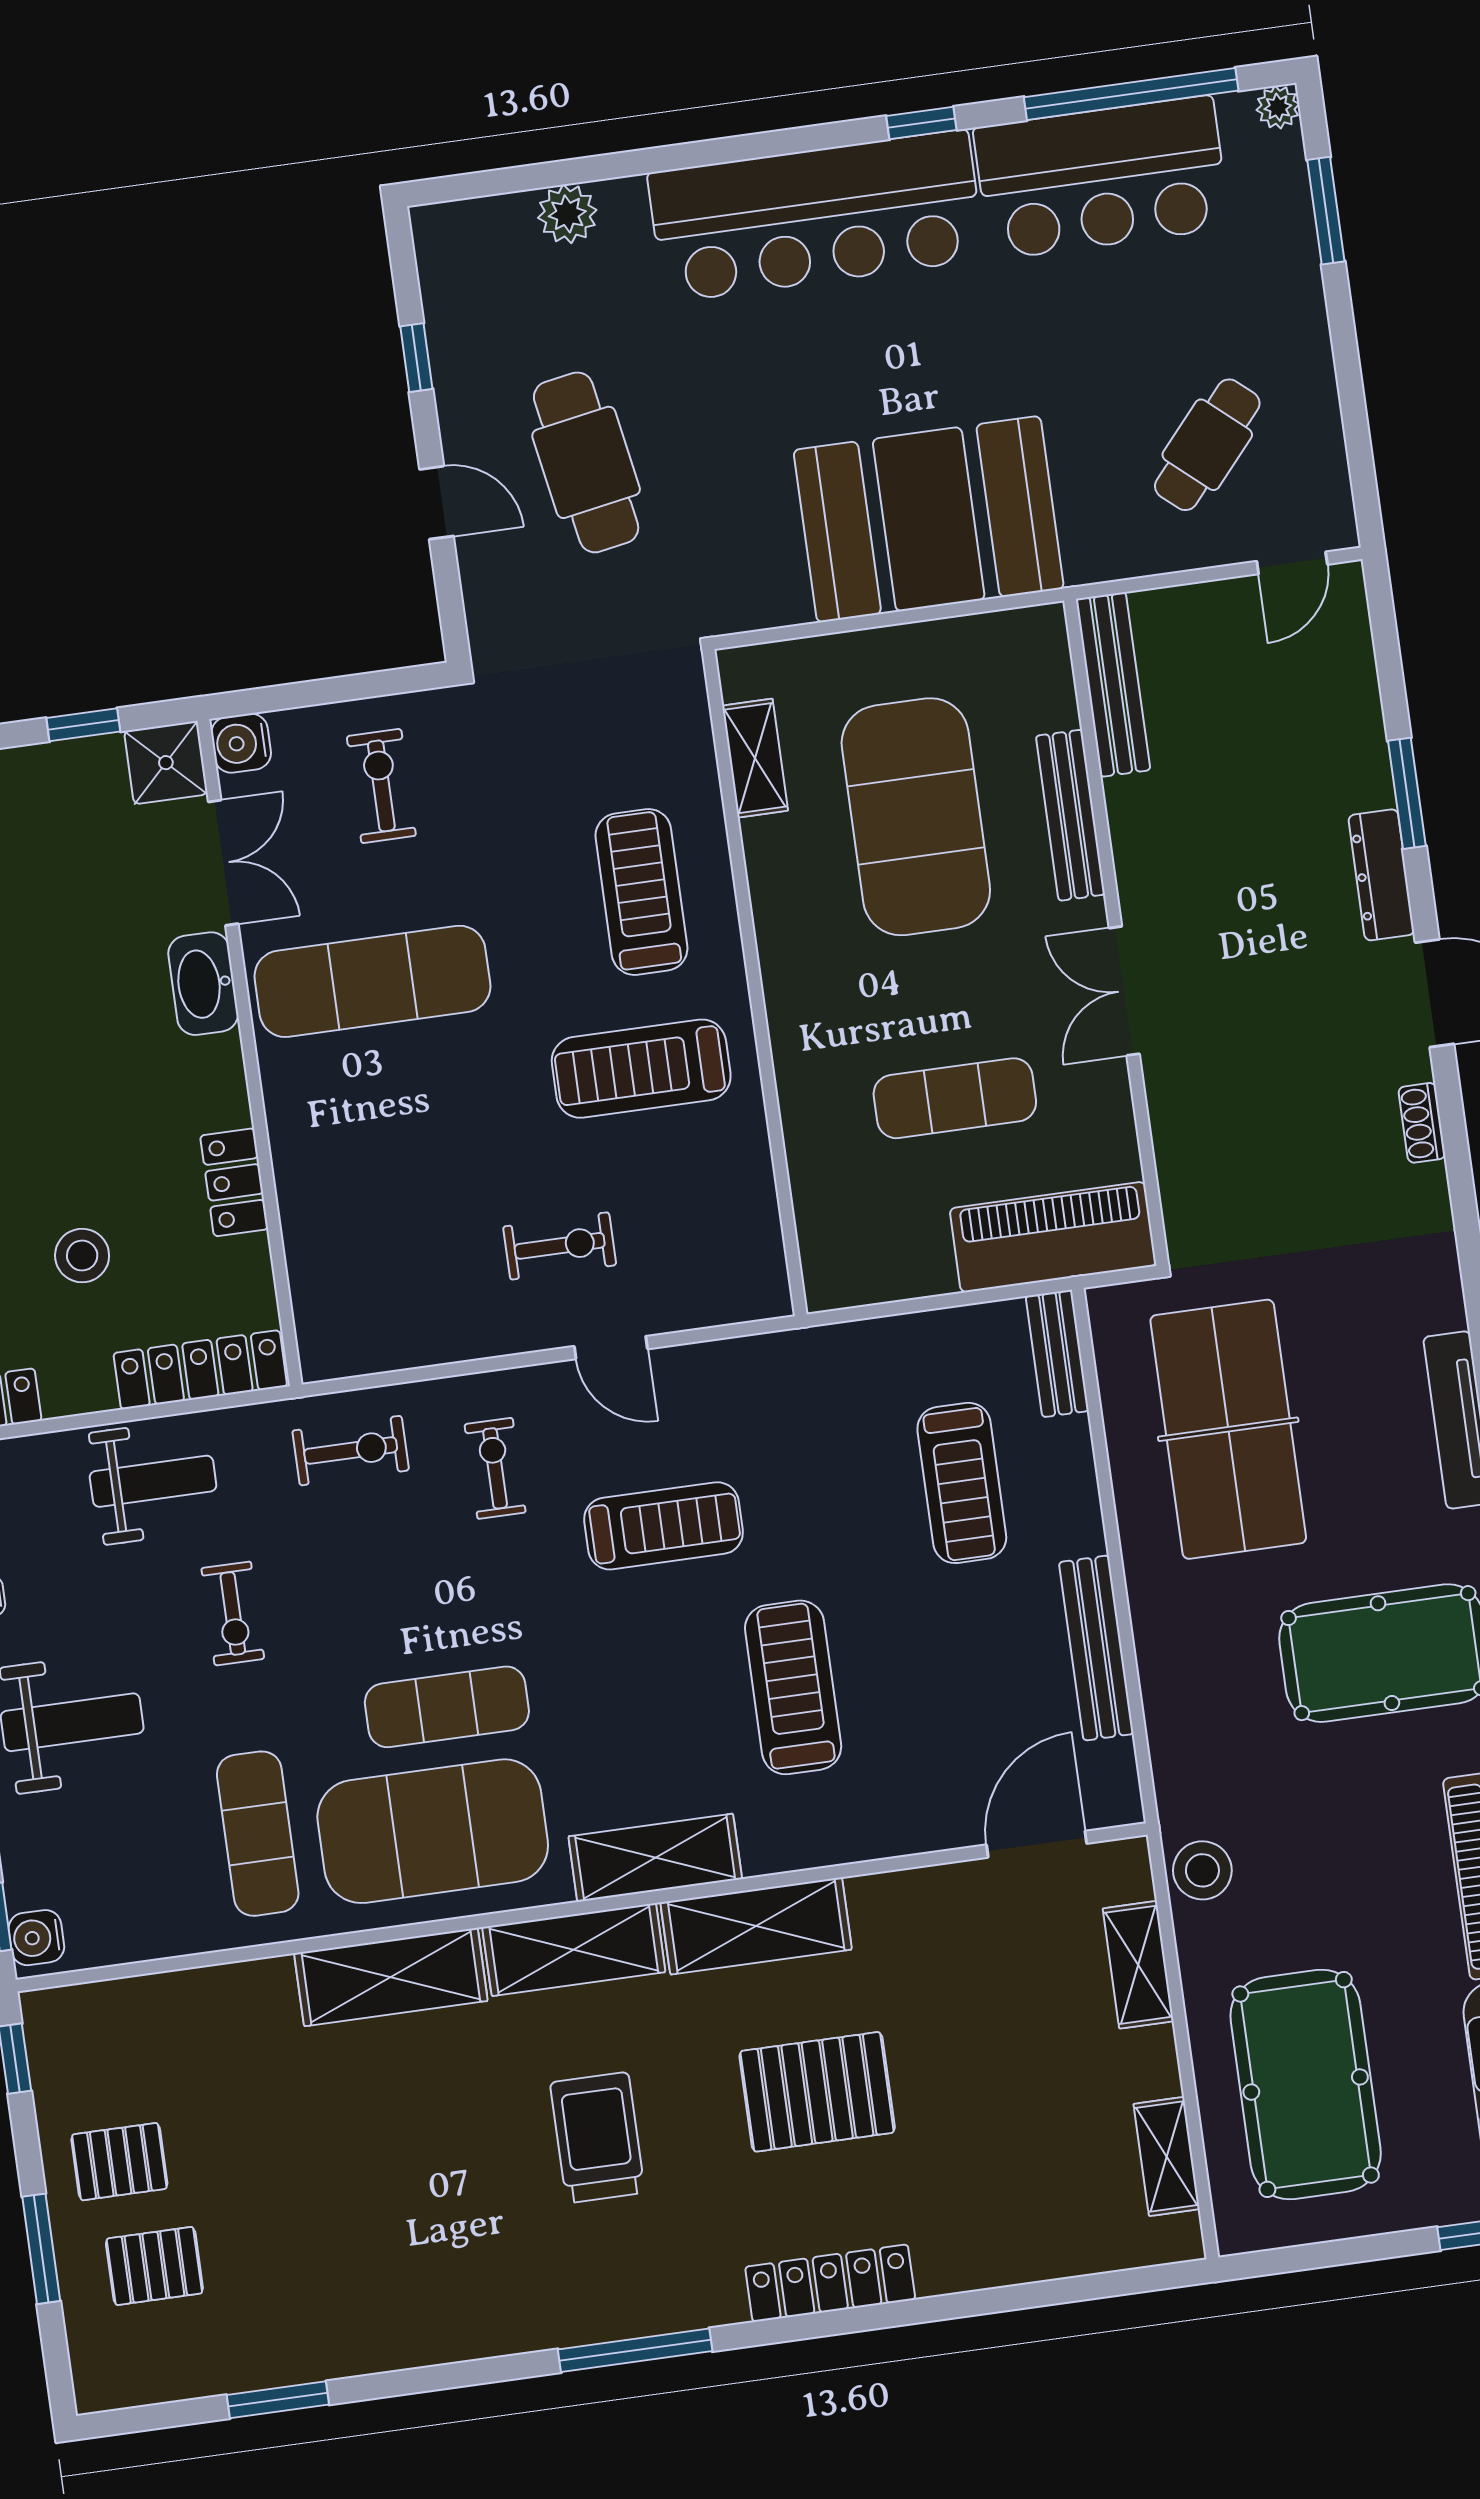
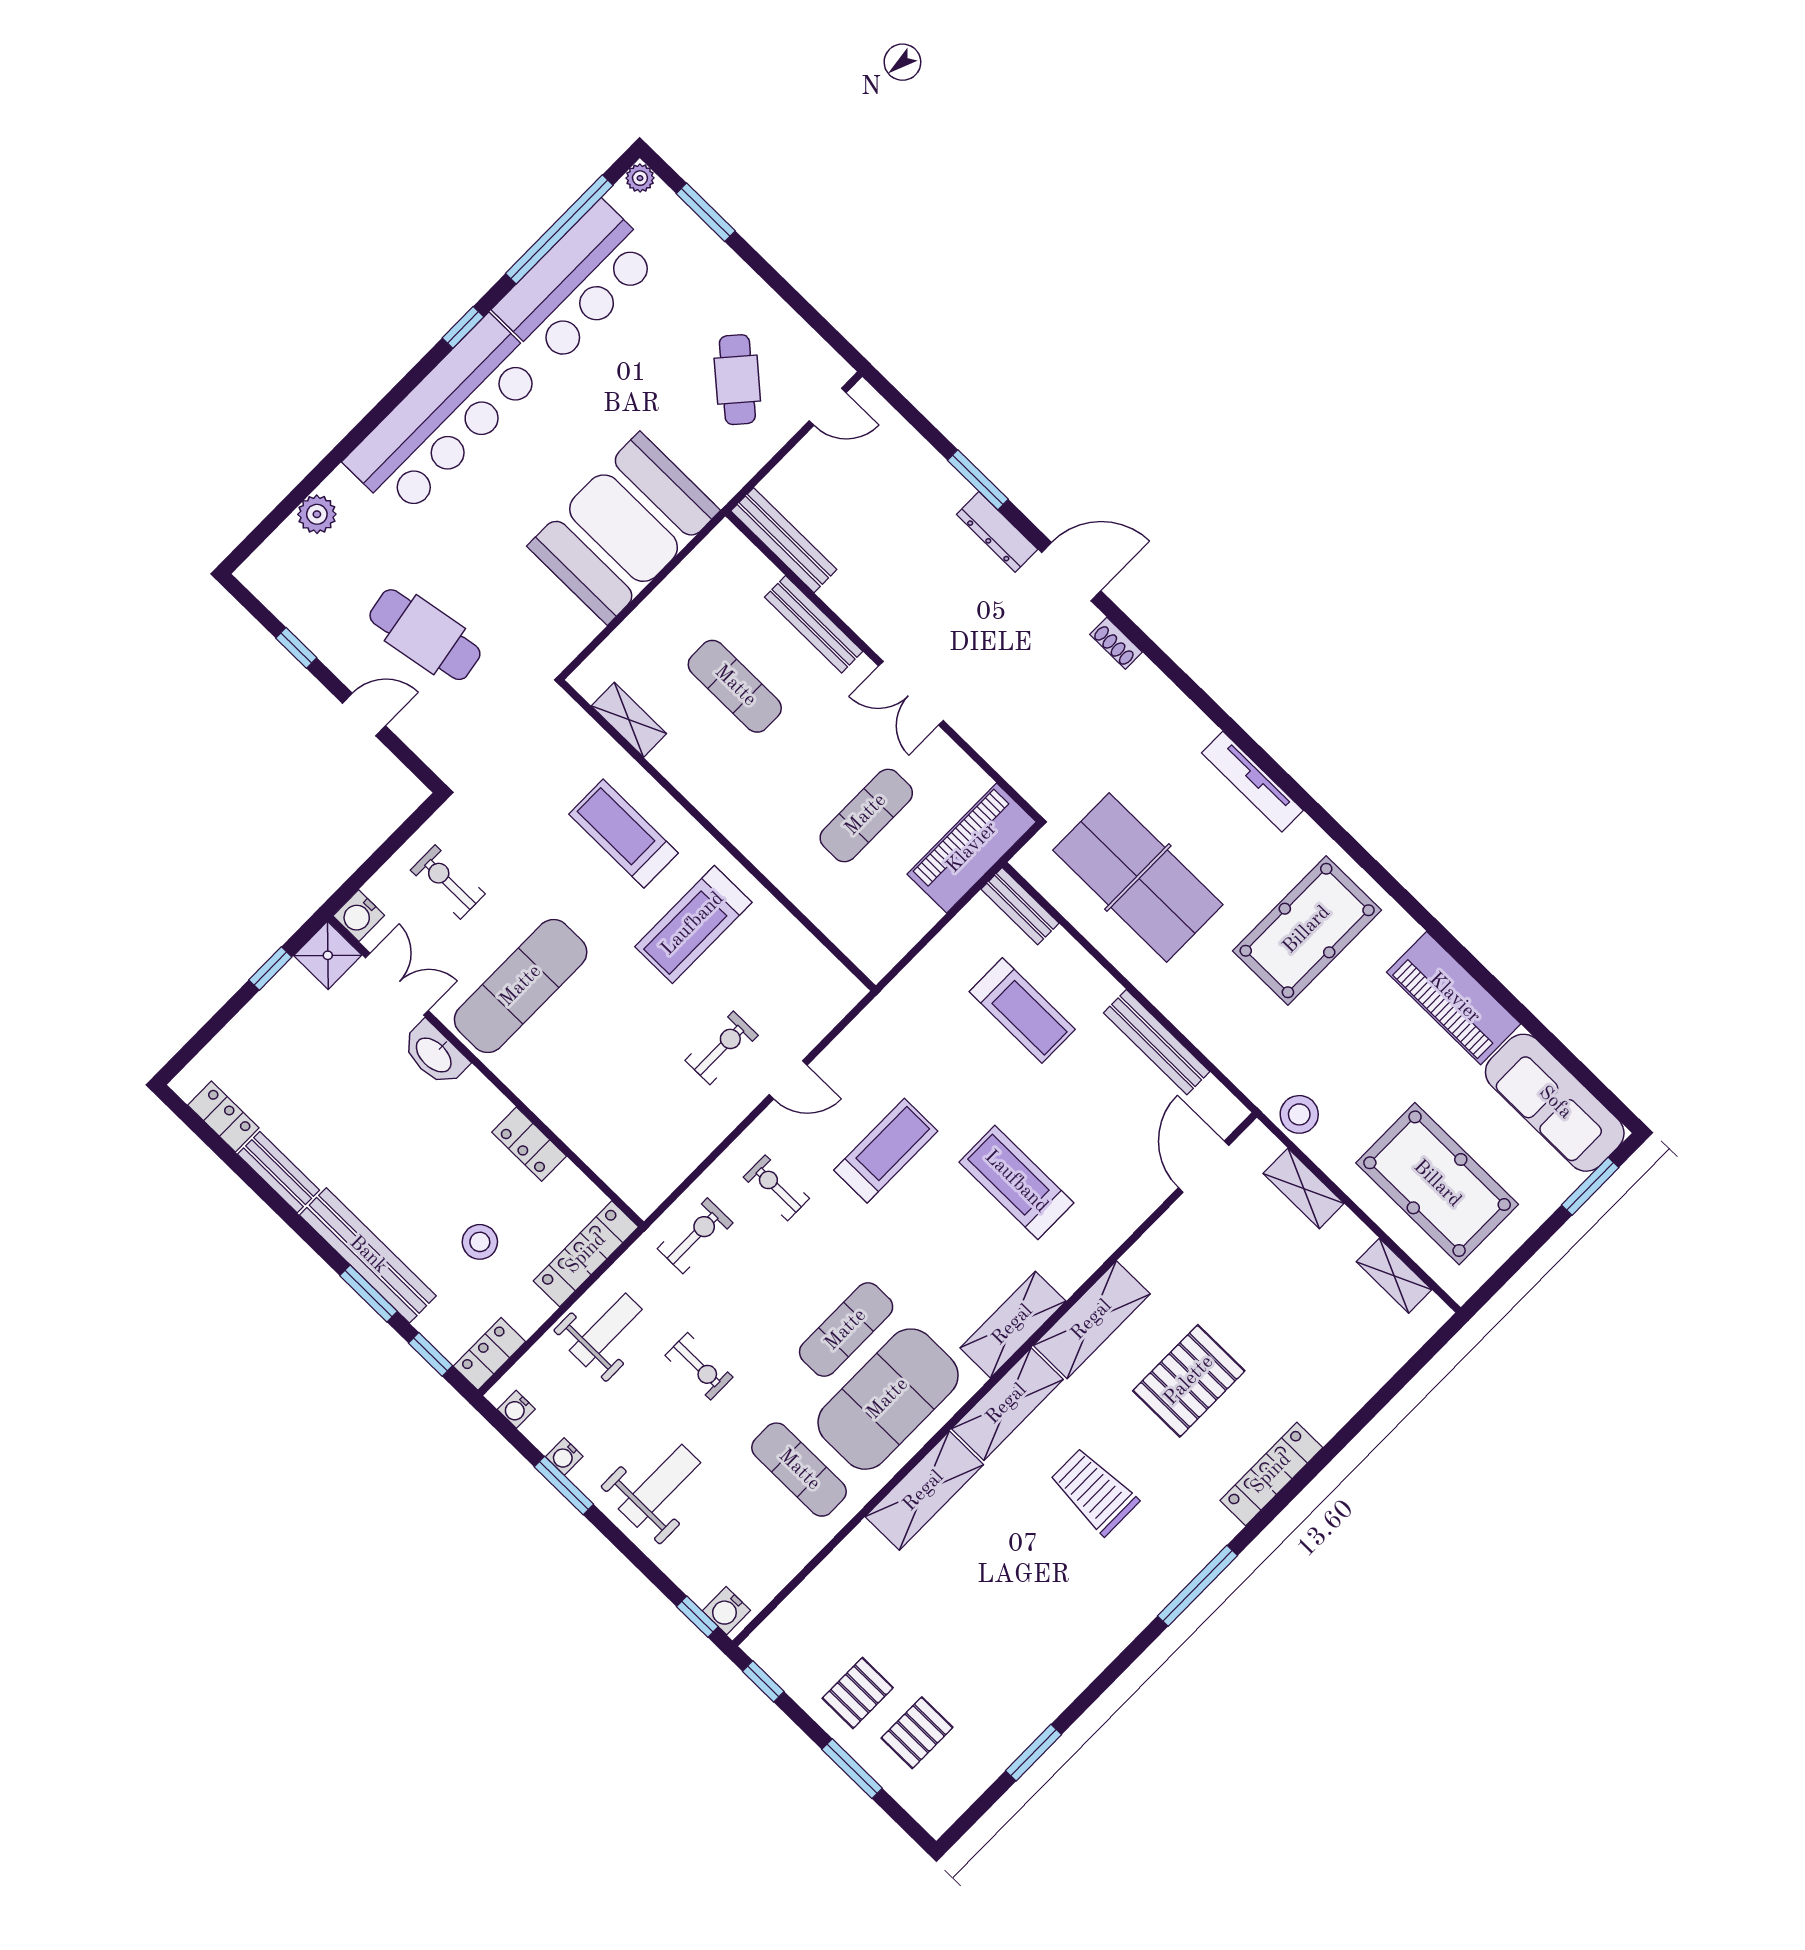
door: (1292, 563) -> (828, 407), hinge flipped
exercise mat: (916, 817) -> (735, 686), width x0.50, depth x0.69

